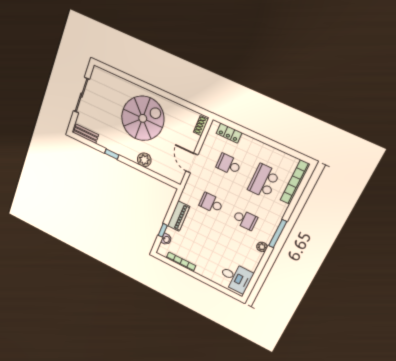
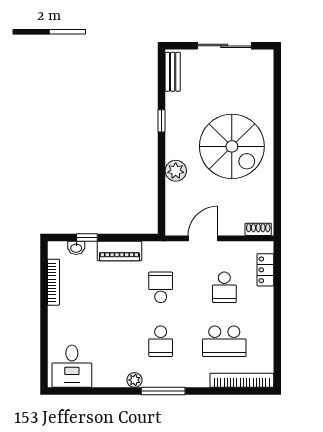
school desk: (229, 165) -> (224, 287), turned 180
school desk: (264, 181) -> (224, 341), turned 180

